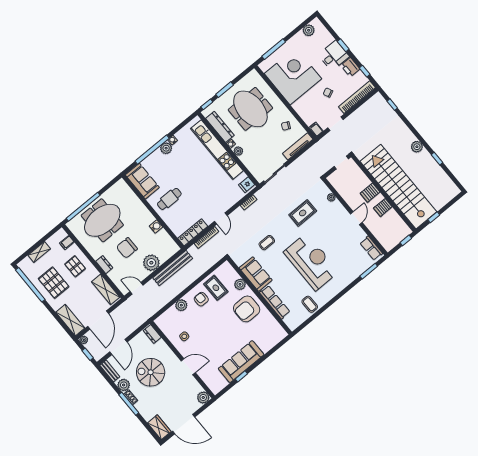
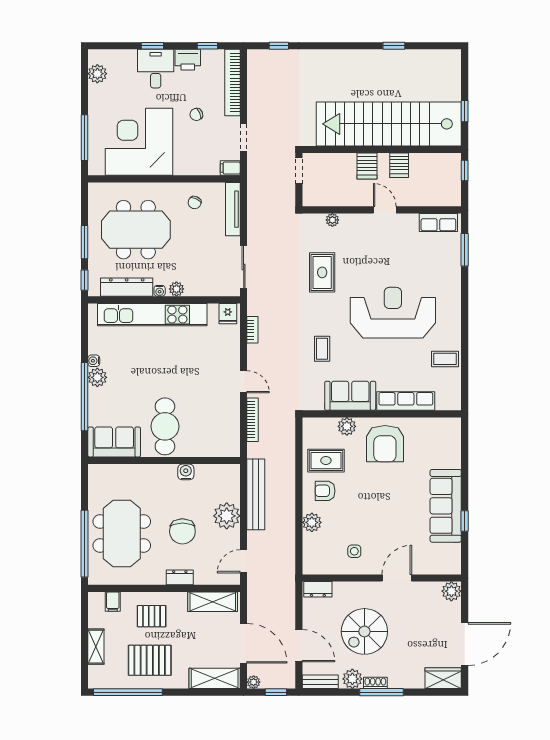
plant: (417, 147) -> (358, 59), removed
cafe table: (169, 199) -> (165, 426), width x1.37, depth x1.35
locker: (193, 232) -> (232, 432), removed

